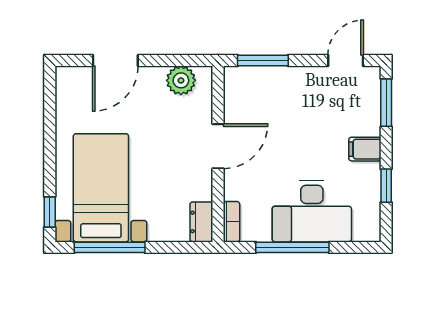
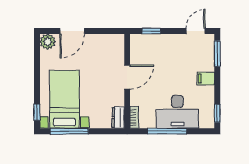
window: (263, 60) -> (151, 31), width x0.67
plant: (181, 80) -> (48, 42), moved
window: (386, 186) -> (217, 113), moved

